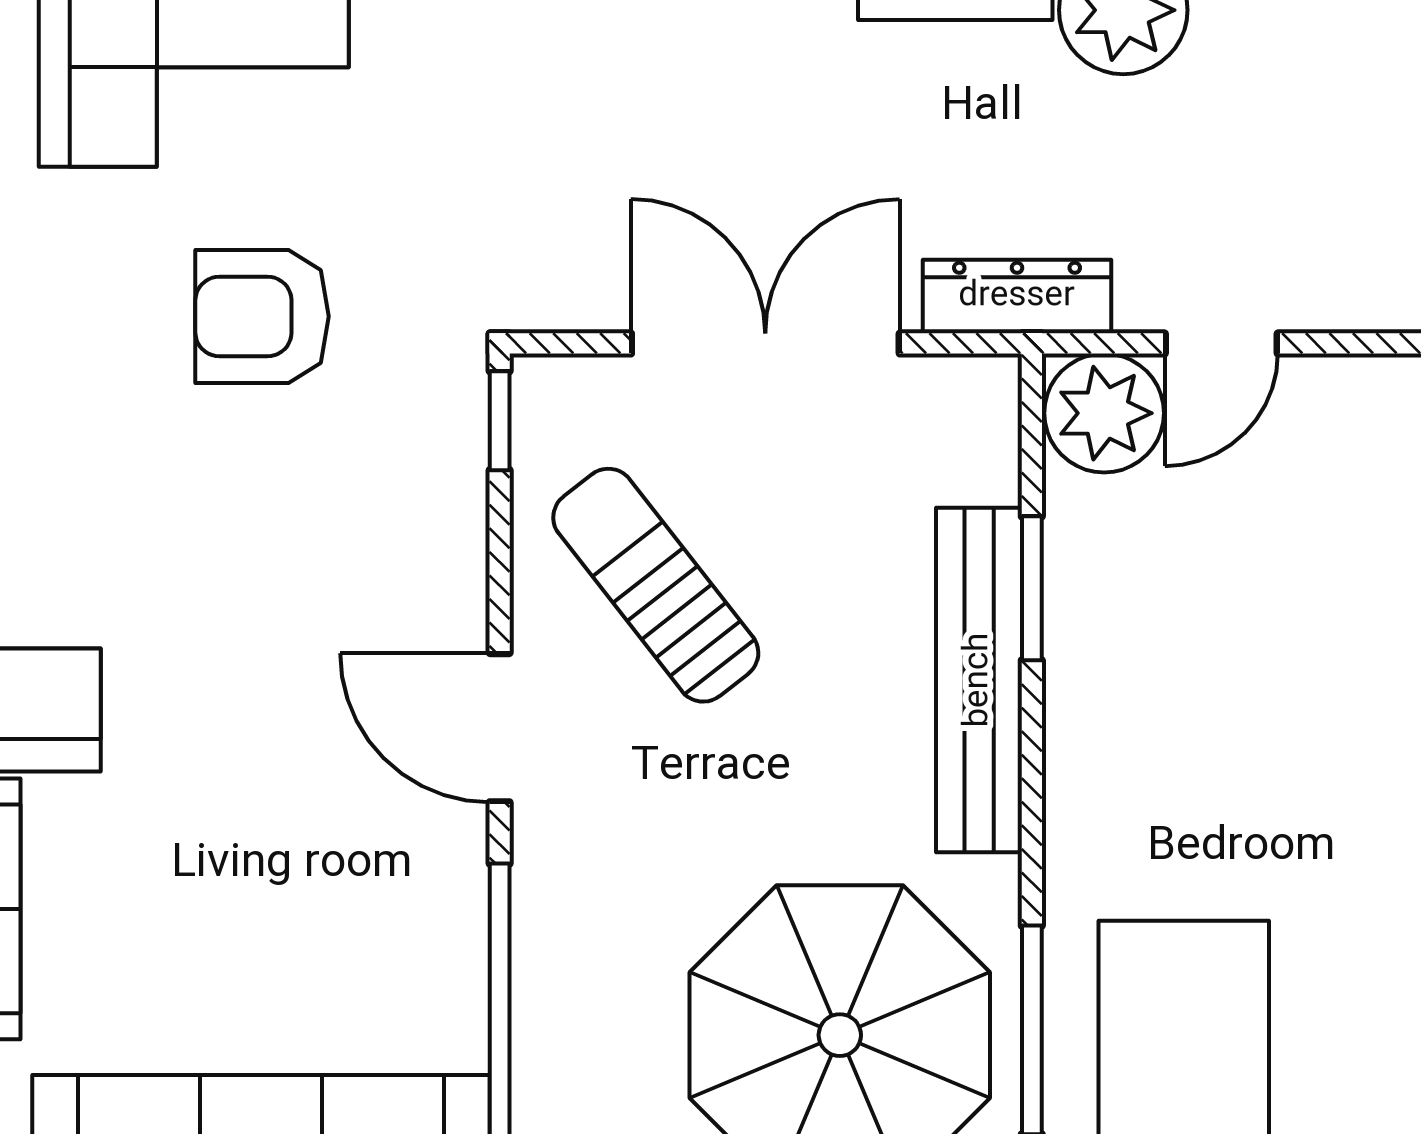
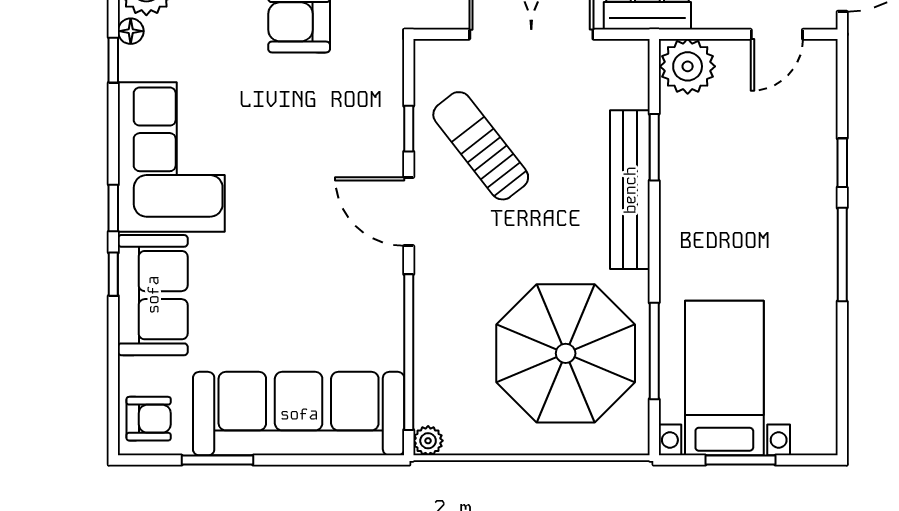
door: (1221, 343) -> (777, 34), moved
window: (500, 421) -> (409, 129), moved

